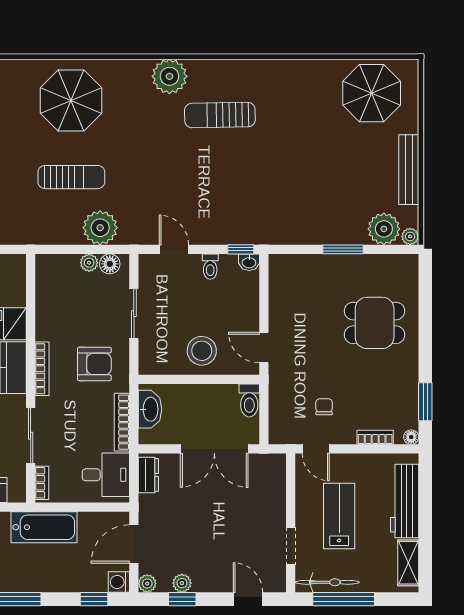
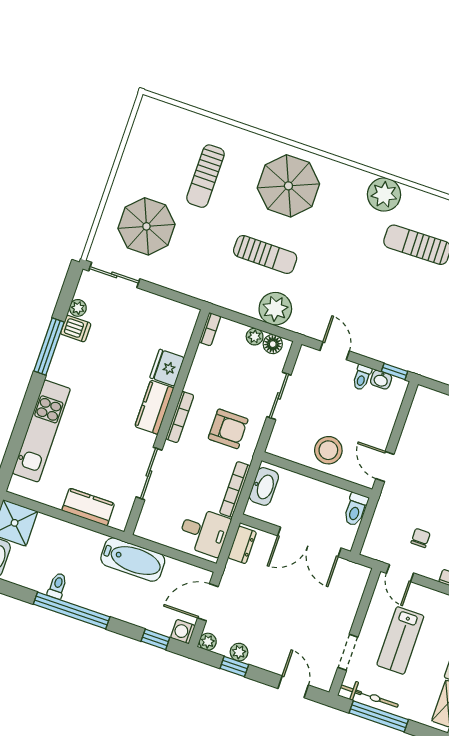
washbasin: (249, 262) -> (381, 380), moved
bookcase: (42, 483) -> (210, 329), moved
lab bench: (339, 516) -> (400, 640), turned 180

